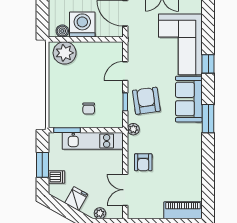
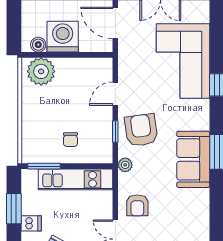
sofa: (189, 99) -> (193, 159), moved

